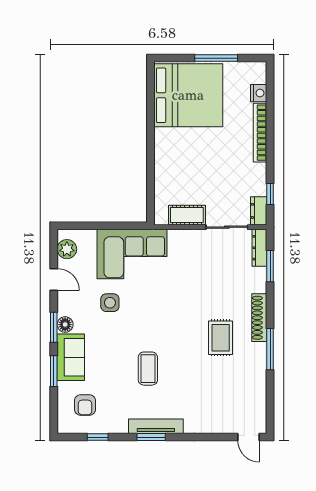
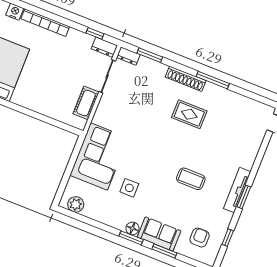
dresser: (259, 248) -> (128, 56), width x0.70
door: (54, 279) -> (95, 223), removed
armchair: (85, 405) -> (200, 238), turned -90

